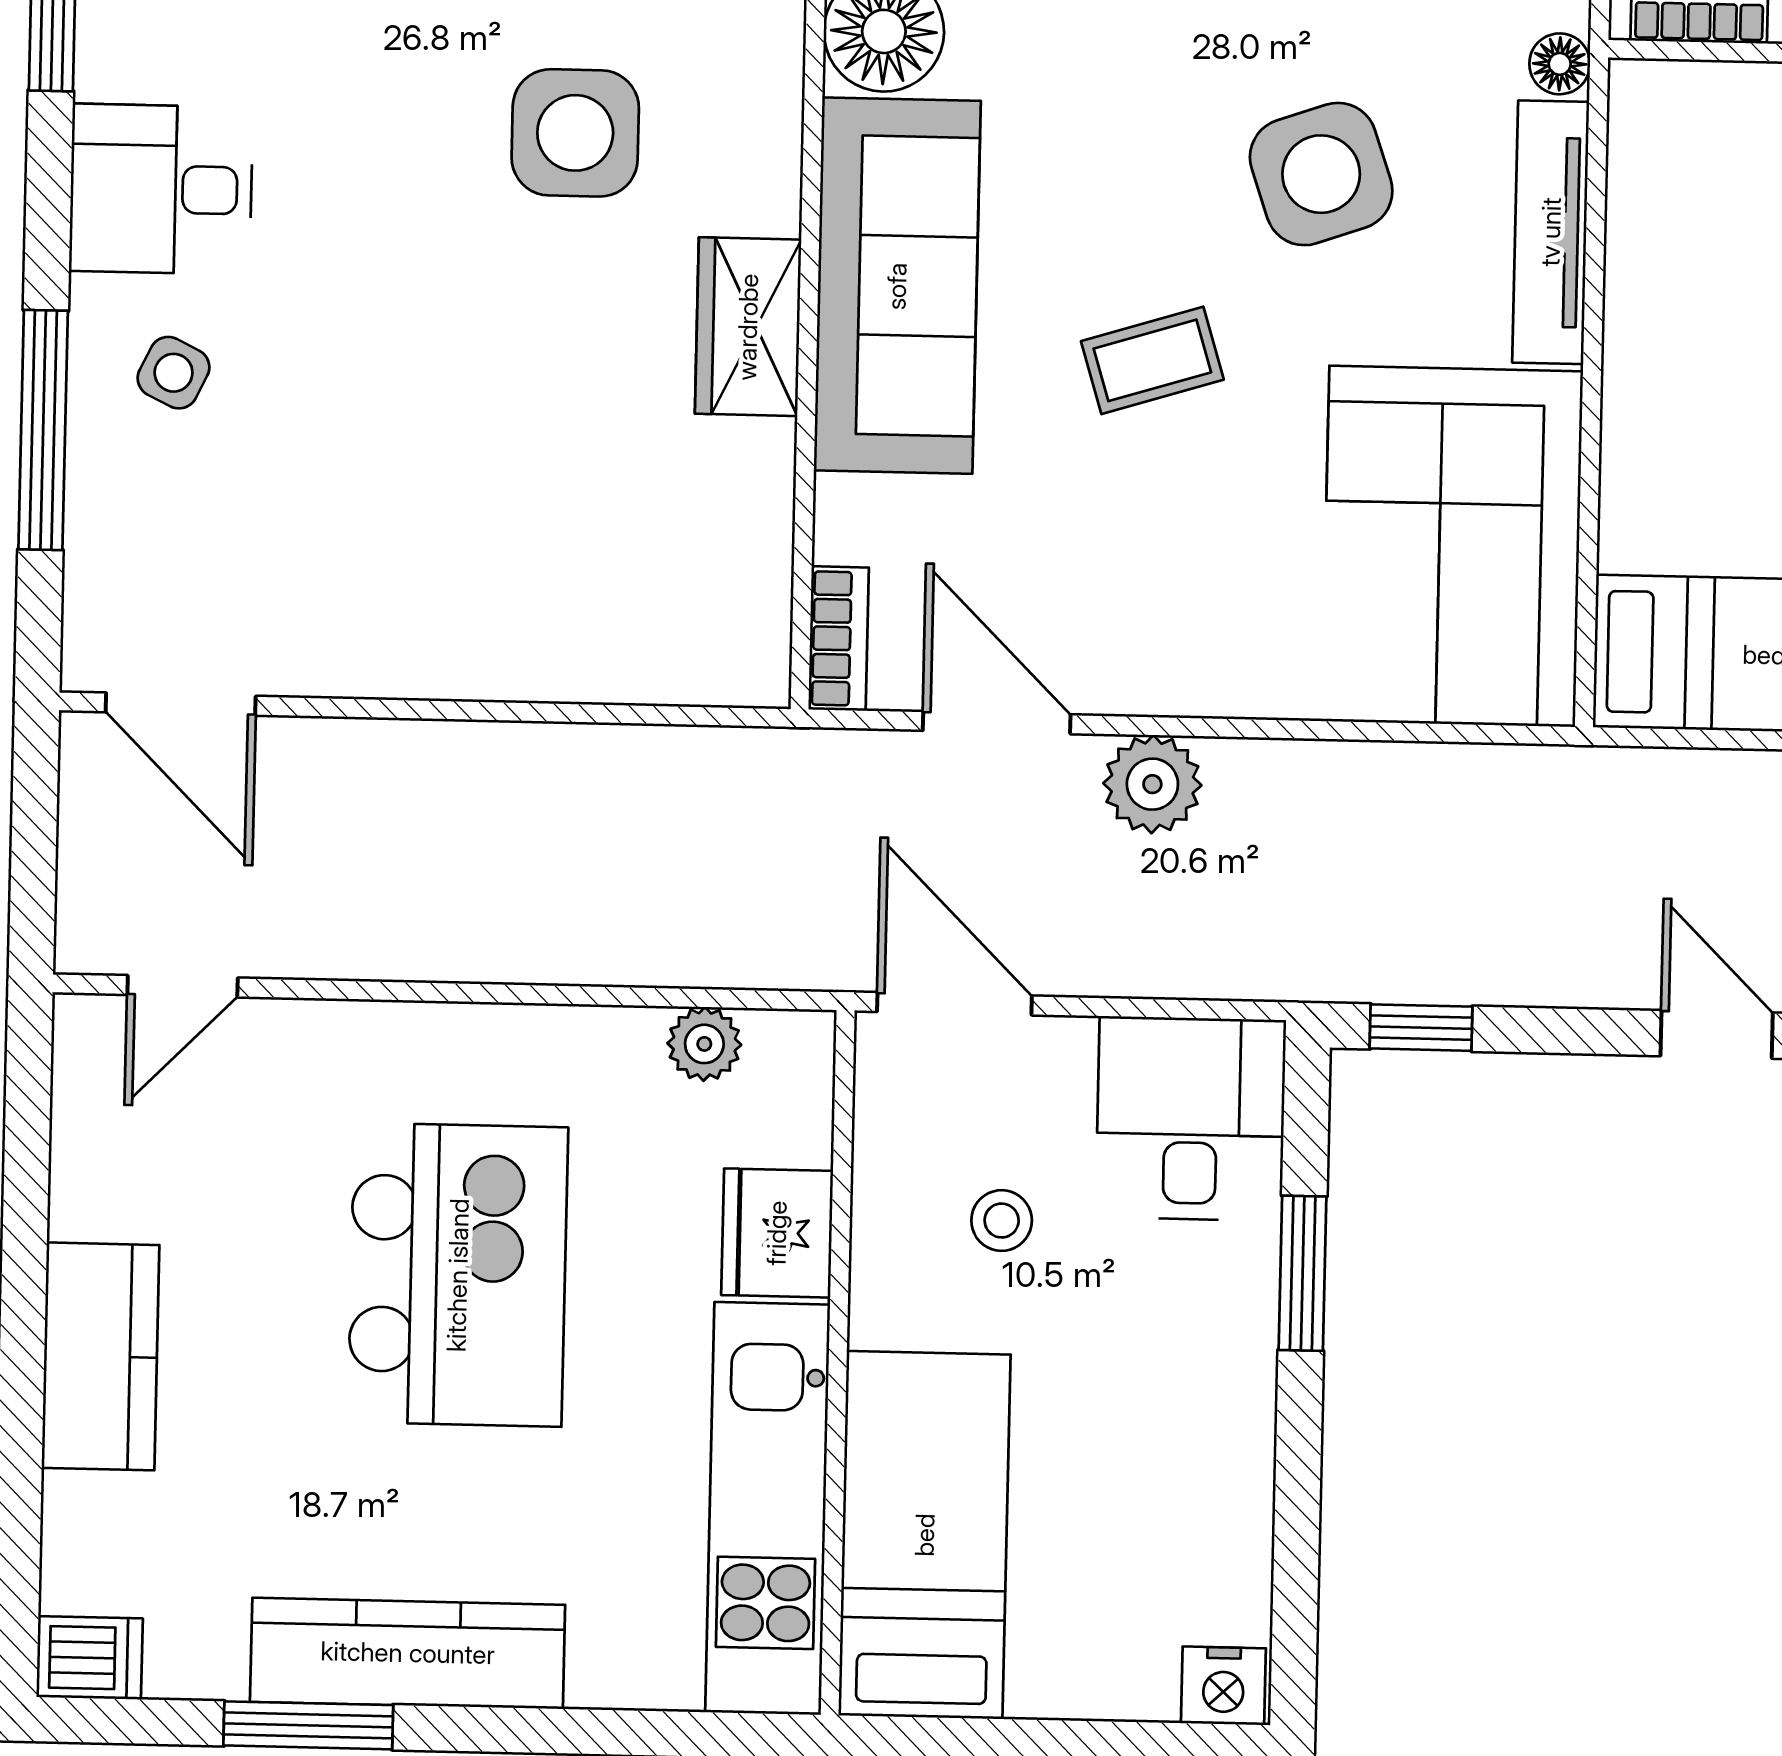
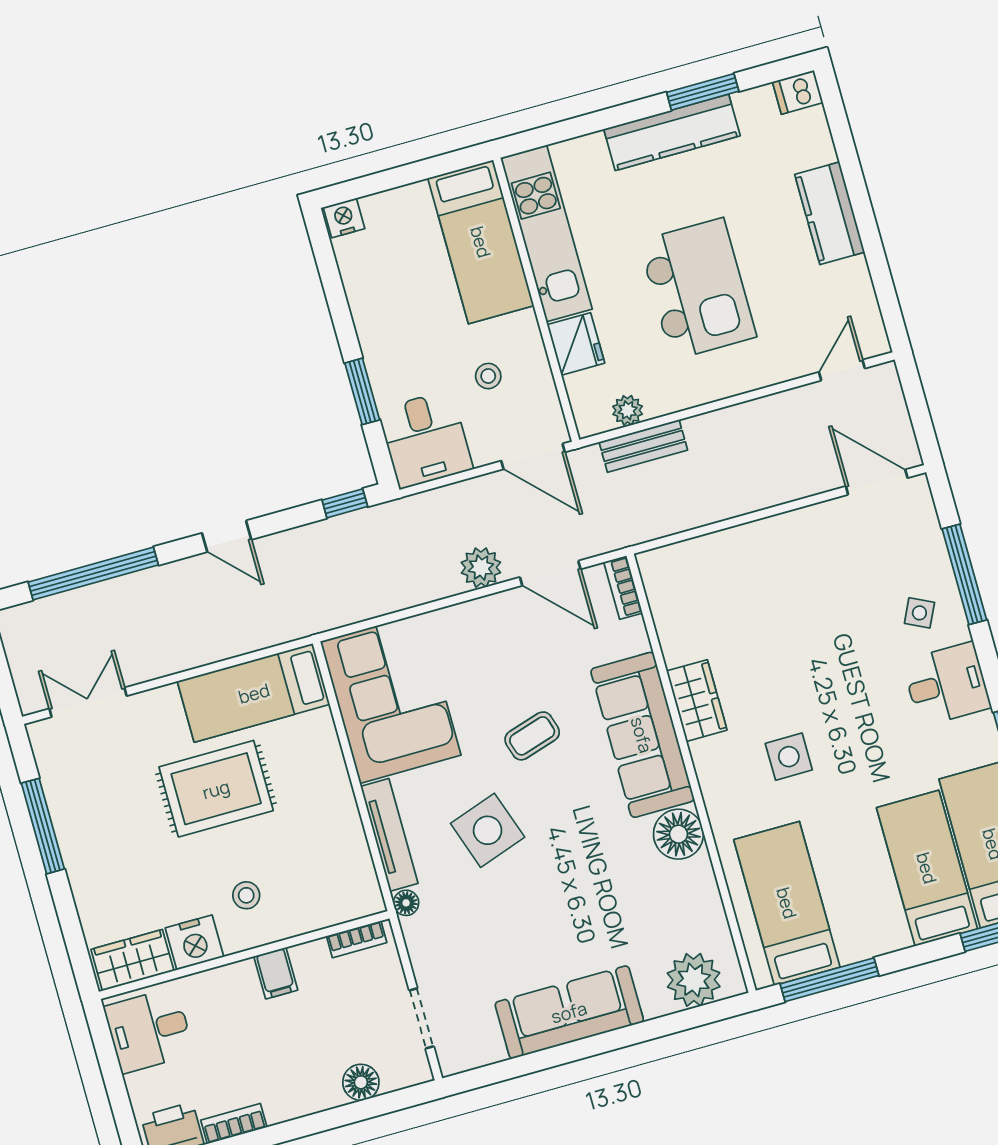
side table: (575, 133) -> (789, 757), width x0.73, depth x0.73
bench: (693, 951) -> (643, 446), added
kitchen island: (458, 1275) -> (698, 289), turned 180

